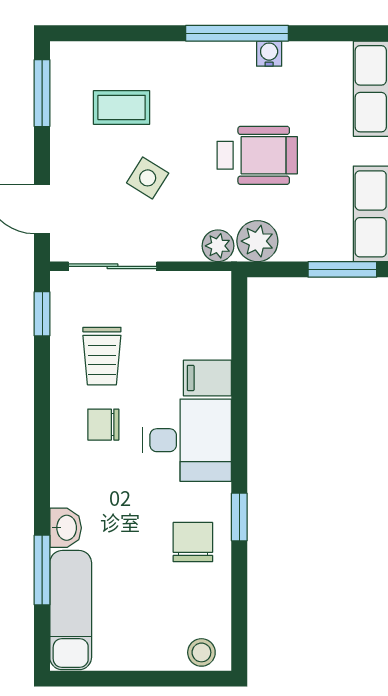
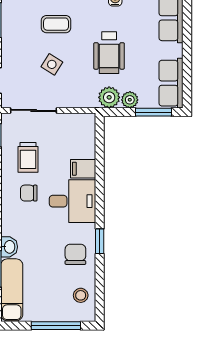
coffee table: (122, 107) -> (56, 24), moved
wheelchair: (257, 155) -> (109, 53), turned 90
plant: (218, 246) -> (130, 100), moved
stool: (201, 652) -> (81, 295), moved
window: (155, 679) -> (56, 326), added

